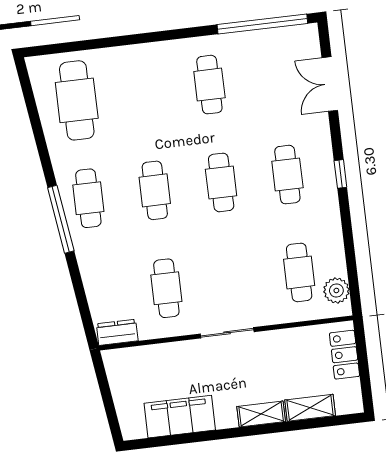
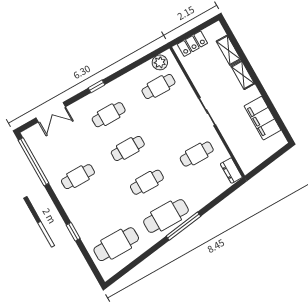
window: (125, 40) -> (73, 232), added
cafe table: (88, 198) -> (166, 216), width x1.37, depth x1.35

